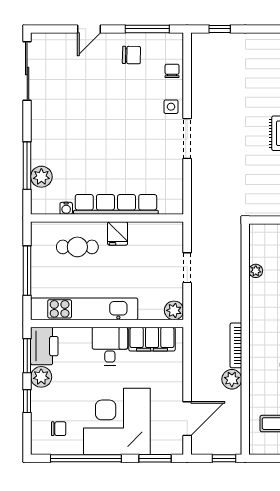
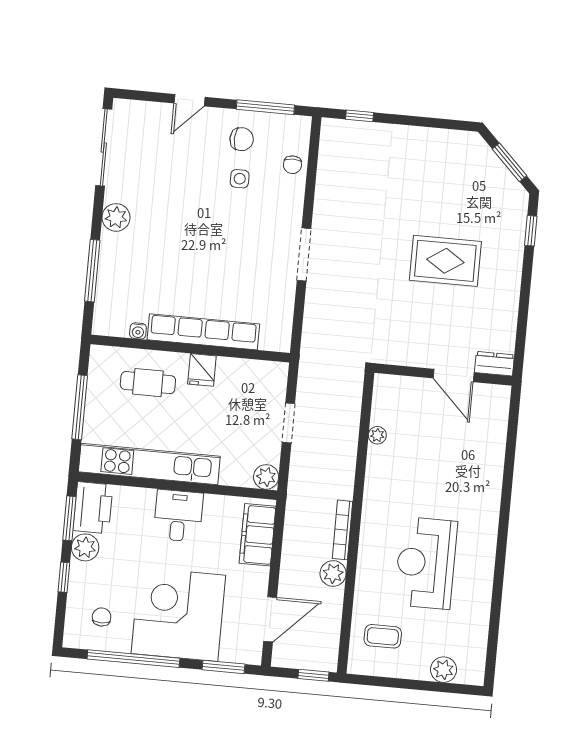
chair: (172, 71) -> (292, 165), turned 180
side table: (171, 107) -> (240, 179), moved
plant: (41, 177) -> (116, 217), moved
filing cabinet: (152, 339) -> (258, 535), moved, turned 90
chair: (59, 429) -> (102, 617), turned -90

